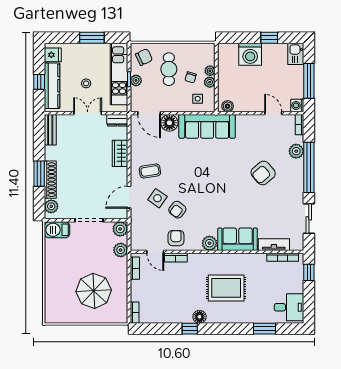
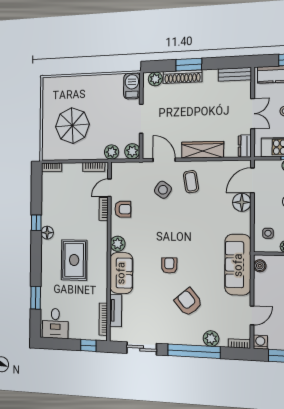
sofa: (207, 126) -> (238, 265), moved
wardrobe: (120, 153) -> (203, 150), width x1.50
armchair: (177, 210) -> (169, 266), moved, turned 52

